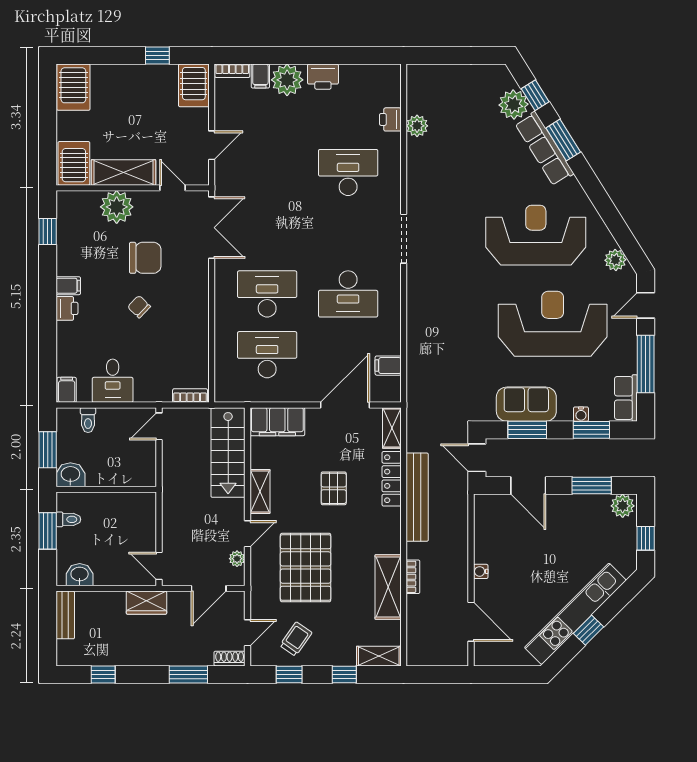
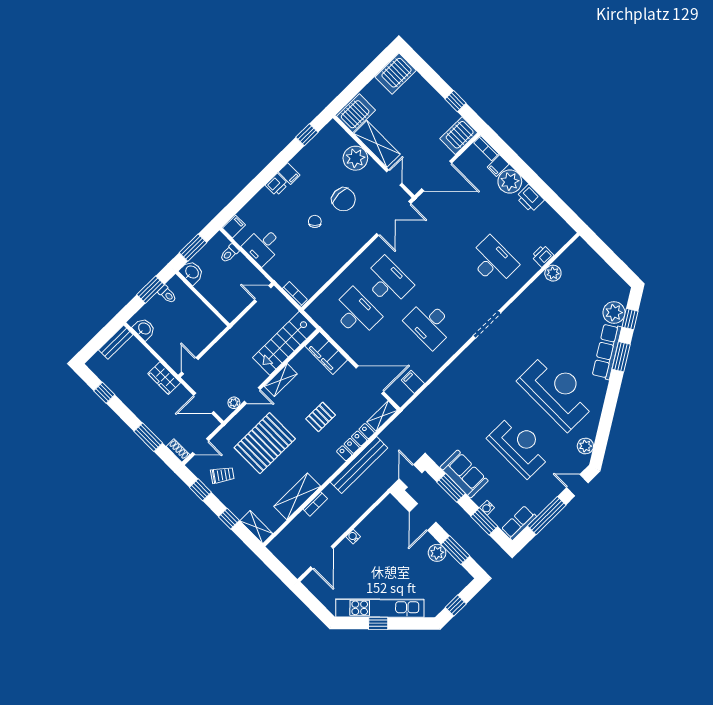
door: (212, 145) -> (437, 176), width x1.88
reception desk: (553, 324) -> (520, 446), width x0.74, depth x0.77
plant: (623, 506) -> (437, 553), moved

